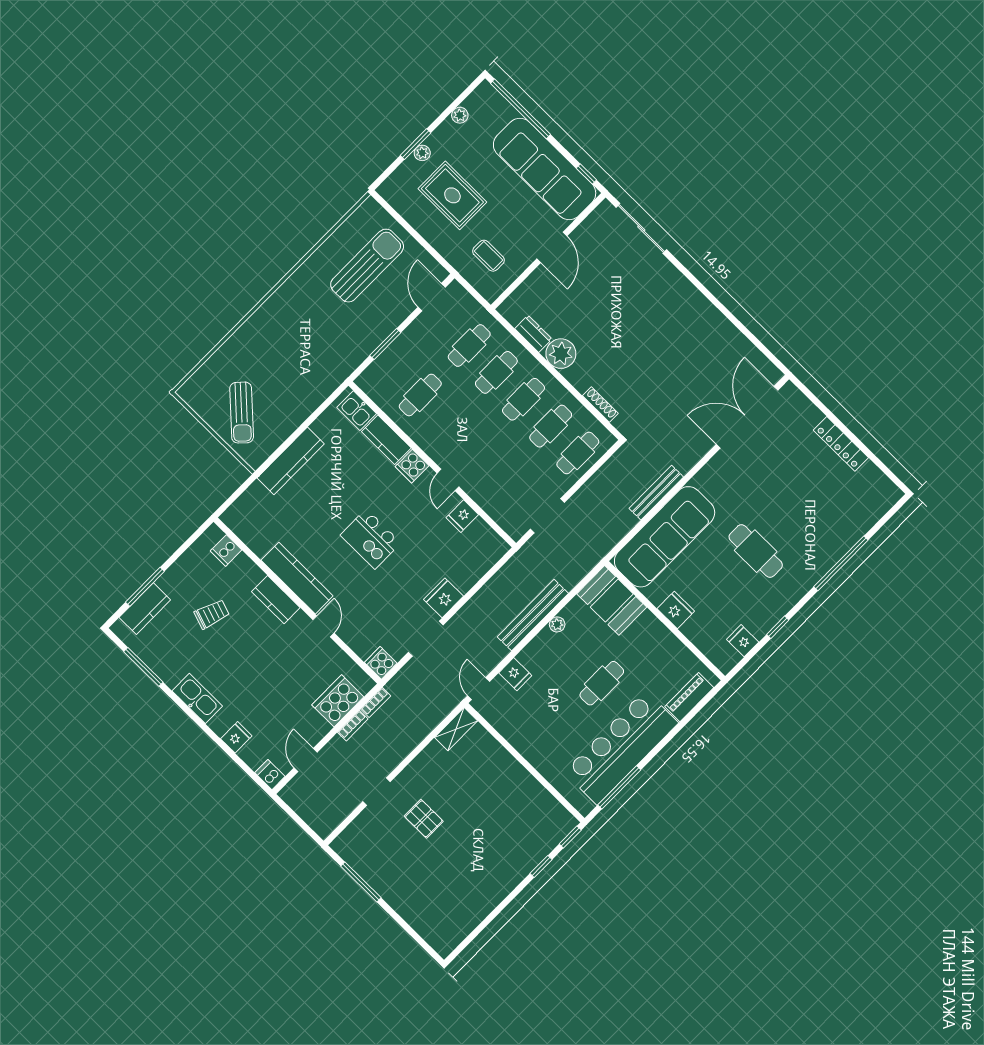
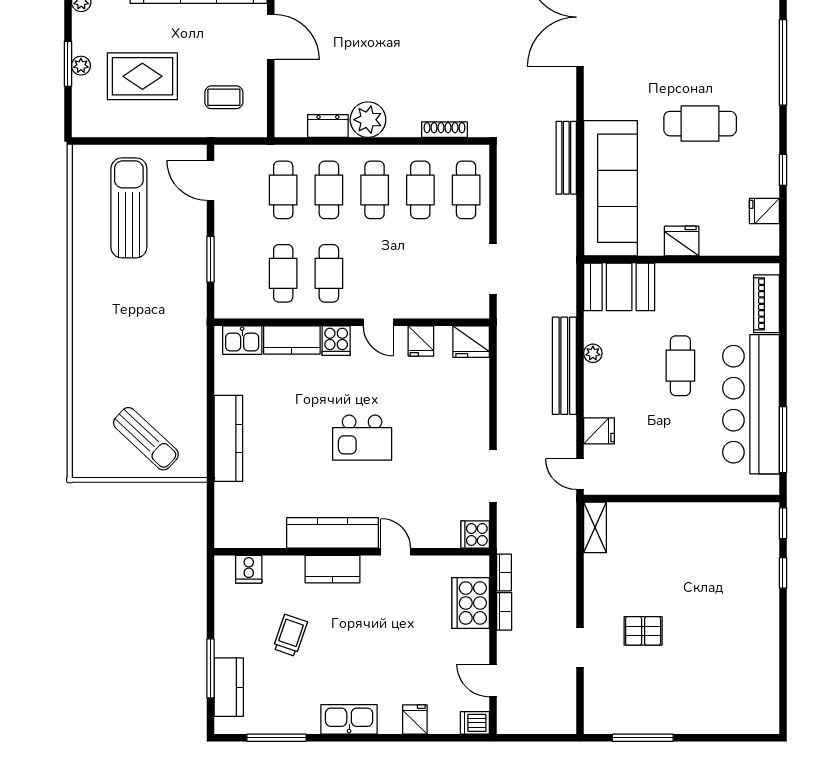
cafe table: (447, 422) -> (329, 273), added
fridge: (443, 598) -> (471, 342), moved, turned -90

